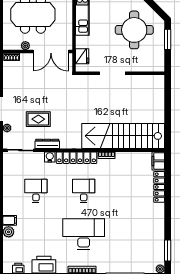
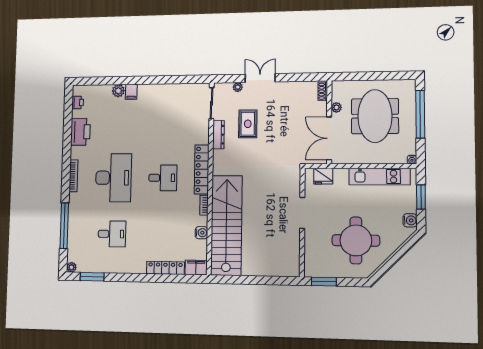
window: (168, 39) -> (324, 282), moved
water cooler: (50, 157) -> (201, 233), moved
desk: (36, 191) -> (112, 234), moved

